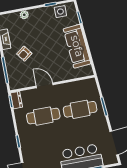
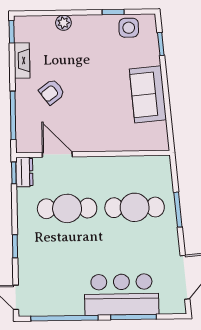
sofa: (77, 46) -> (148, 94), width x0.73
door: (45, 85) -> (57, 155), moved

